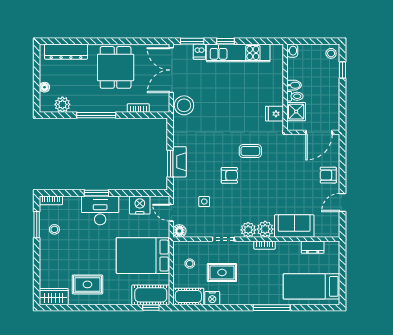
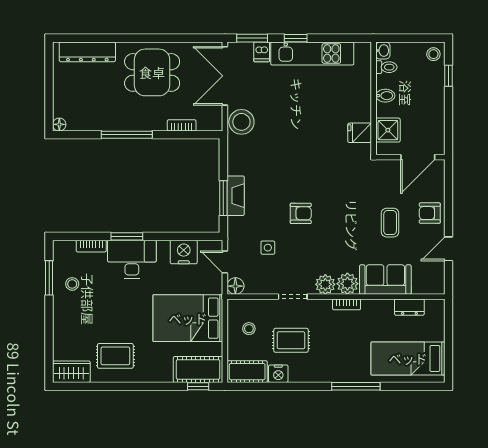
dining table: (116, 67) -> (152, 72), turned 90
floor lamp: (44, 87) -> (59, 124), moved
toilet: (295, 96) -> (386, 67), moved
plant: (62, 104) -> (83, 121), removed
coffee table: (250, 151) -> (390, 223), moved, turned 90
bookcase: (51, 200) -> (91, 246), moved

